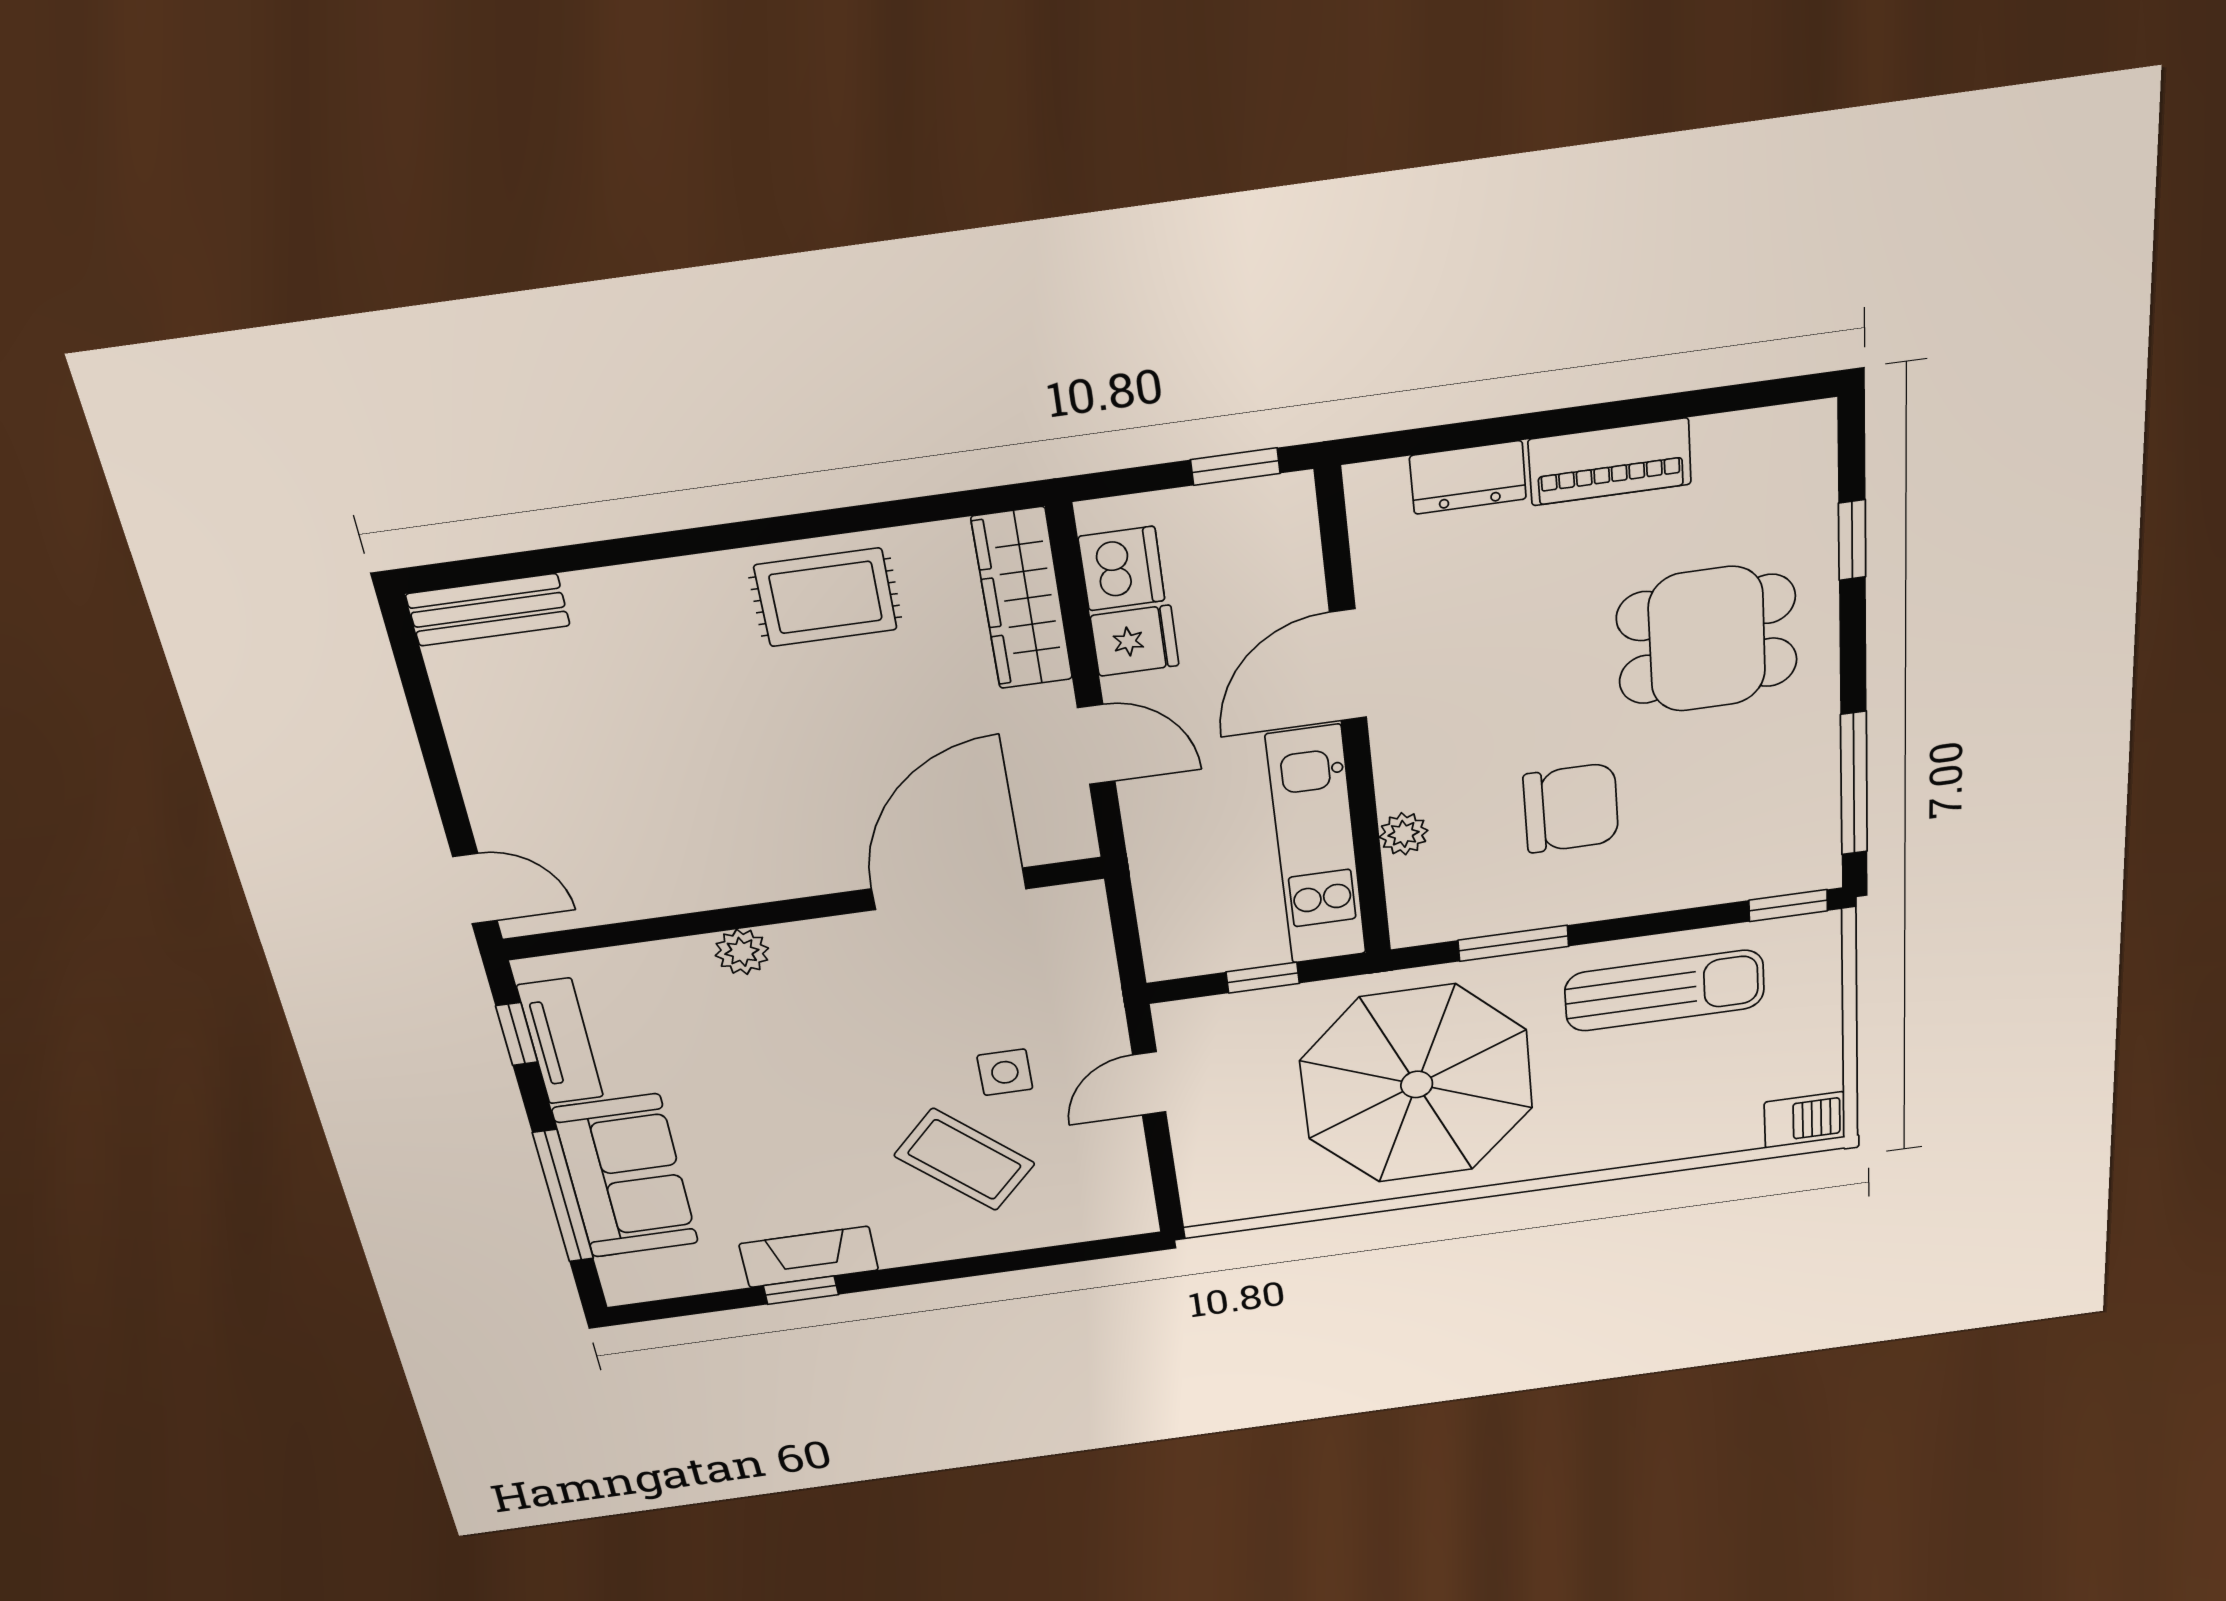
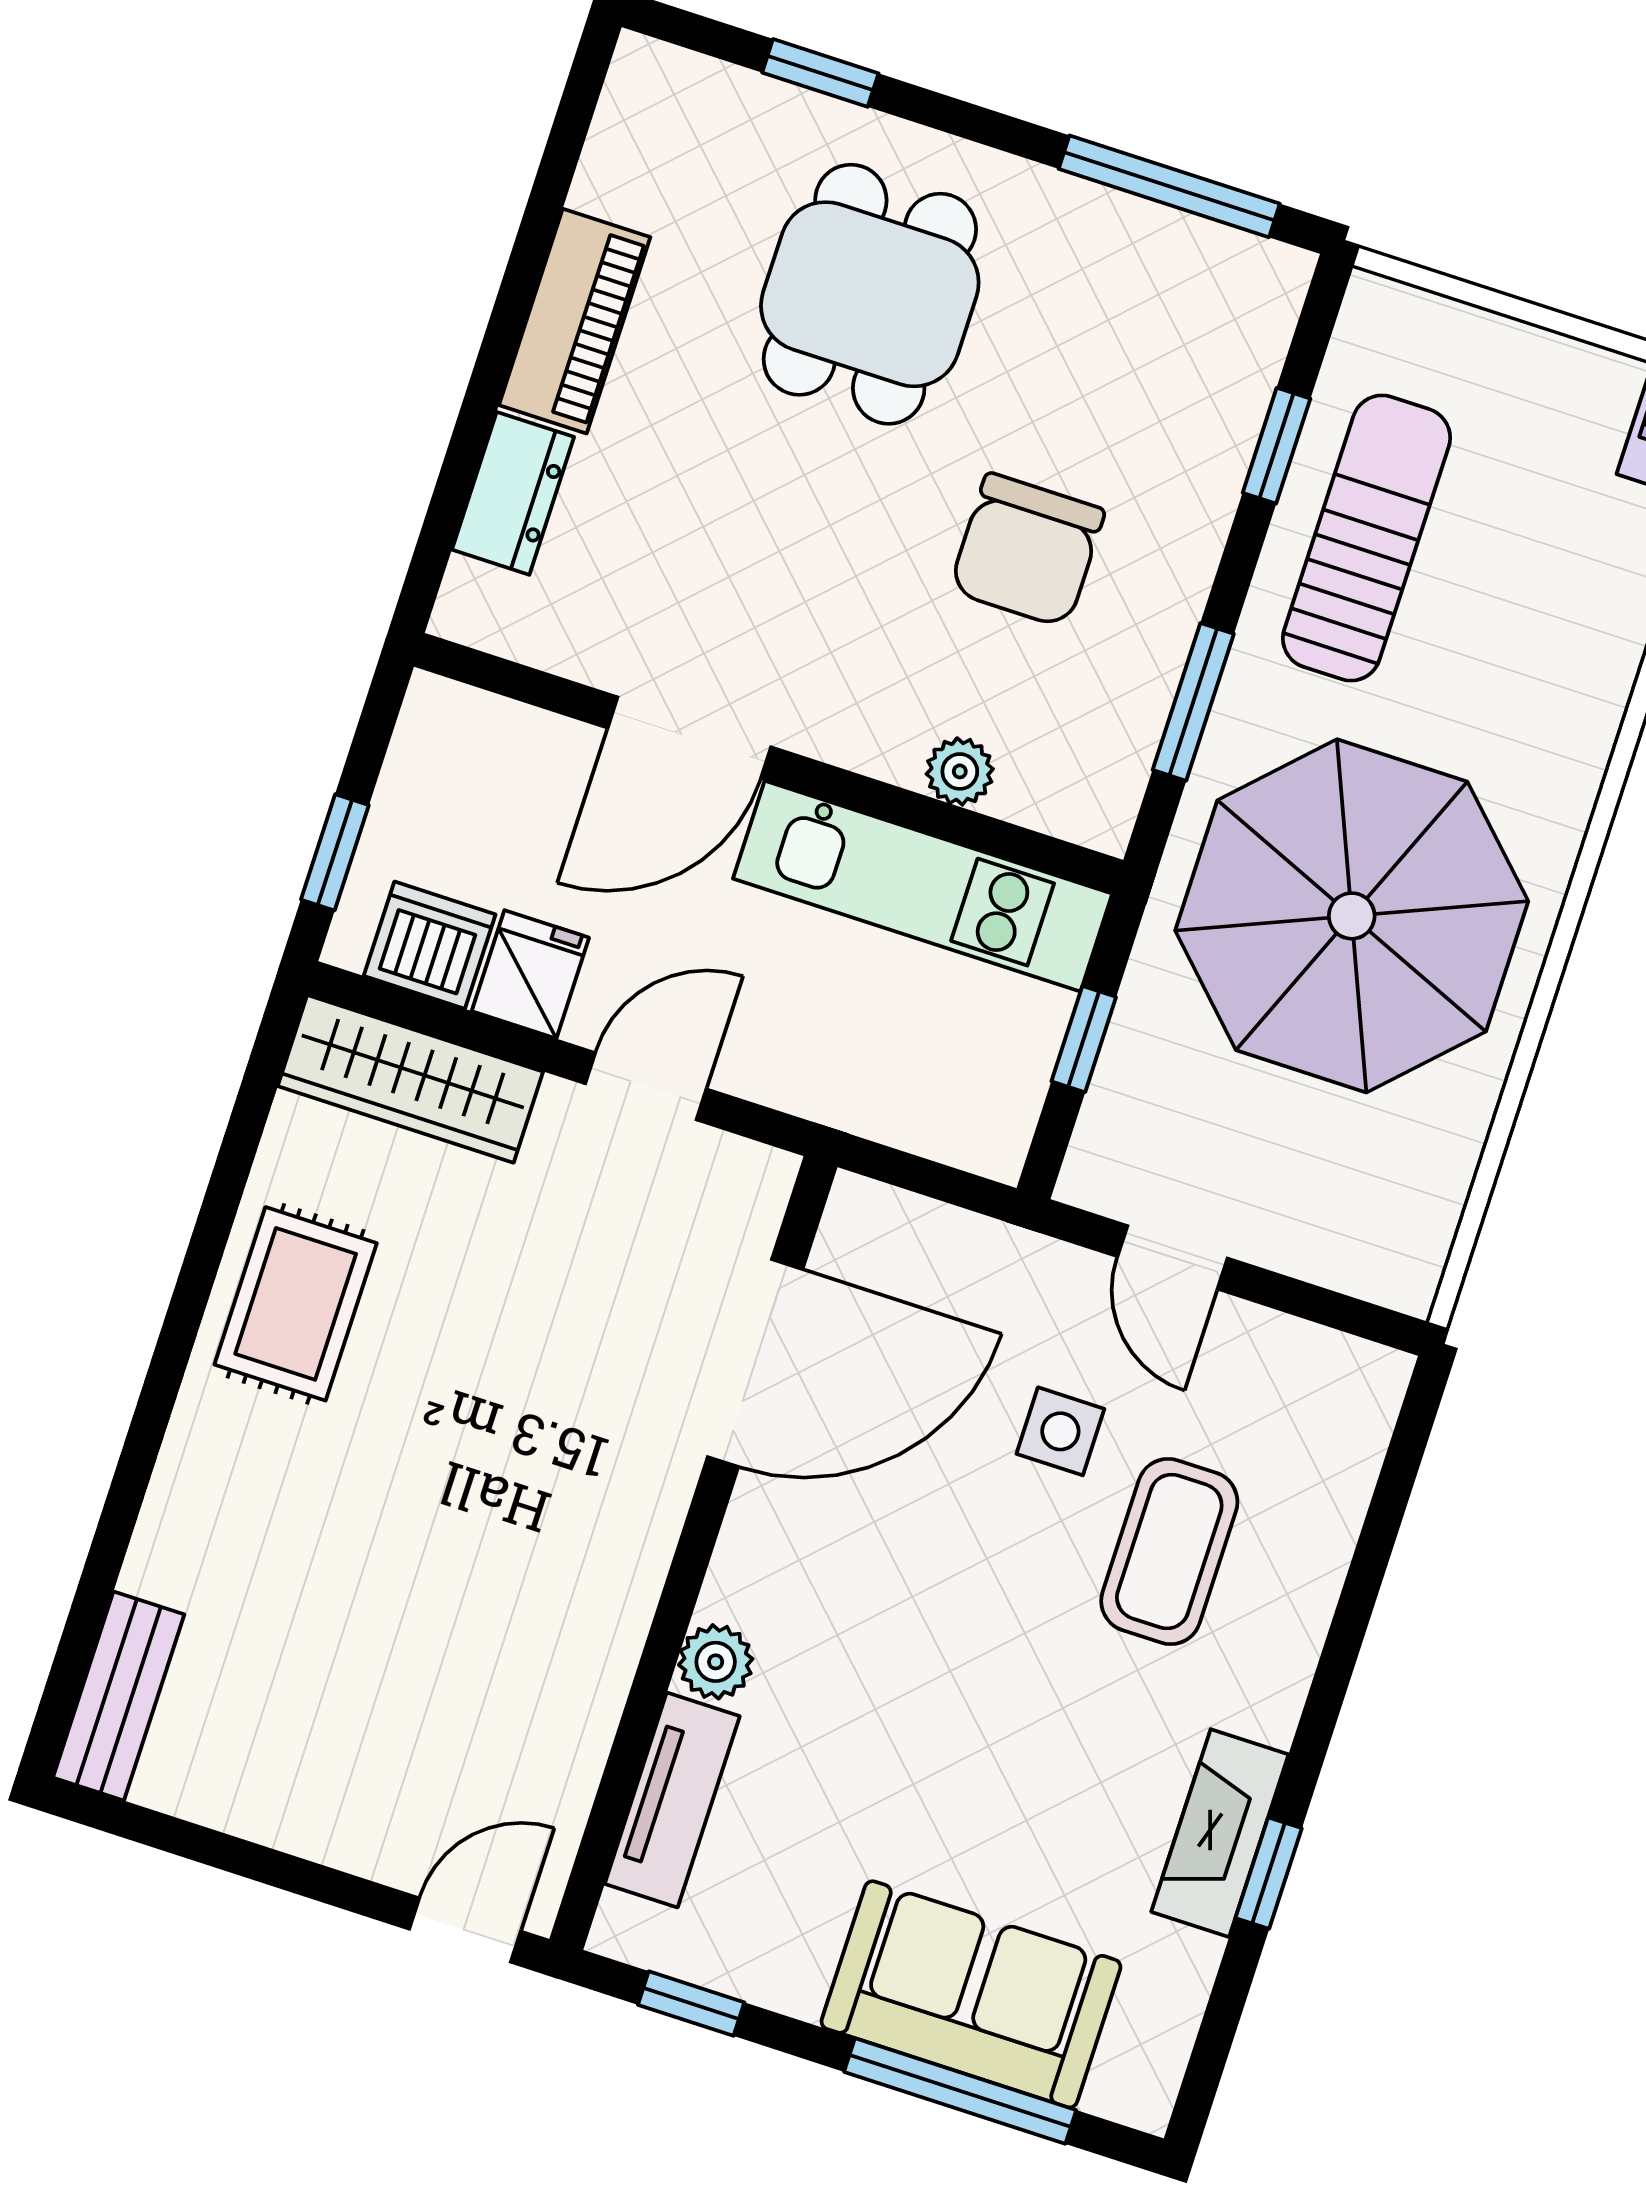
window: (1235, 467) -> (335, 852), moved
door: (1348, 665) -> (689, 738), hinge flipped
chair: (1571, 808) -> (1027, 550), turned 180
door: (949, 889) -> (755, 1363), swing flipped
window: (1788, 906) -> (1276, 446), moved
tv unit: (560, 1041) -> (672, 1800), moved, turned 90
coffee table: (964, 1160) -> (1169, 1551), turned -43

